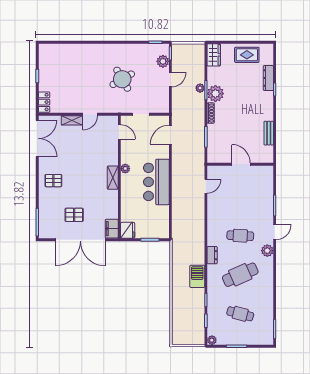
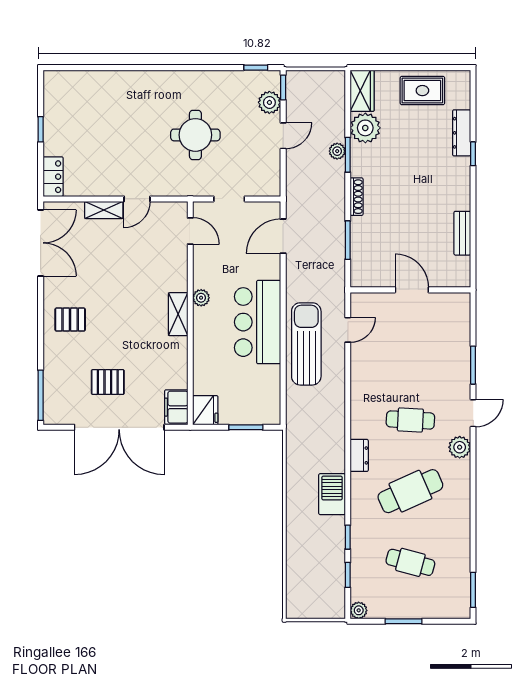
round table: (122, 79) -> (195, 135), turned 30
plant: (215, 94) -> (365, 128), moved
sun lounger: (183, 194) -> (306, 344), added

